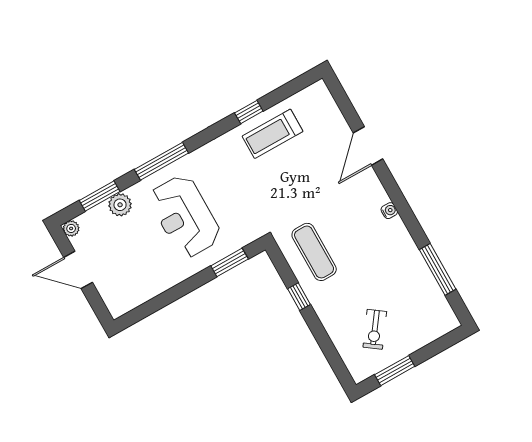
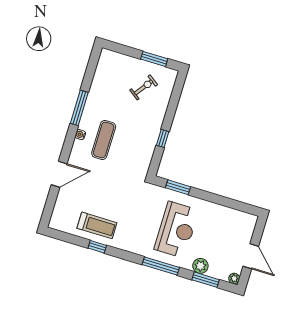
exercise mat: (314, 252) -> (104, 140), moved
window: (438, 269) -> (79, 108), moved

